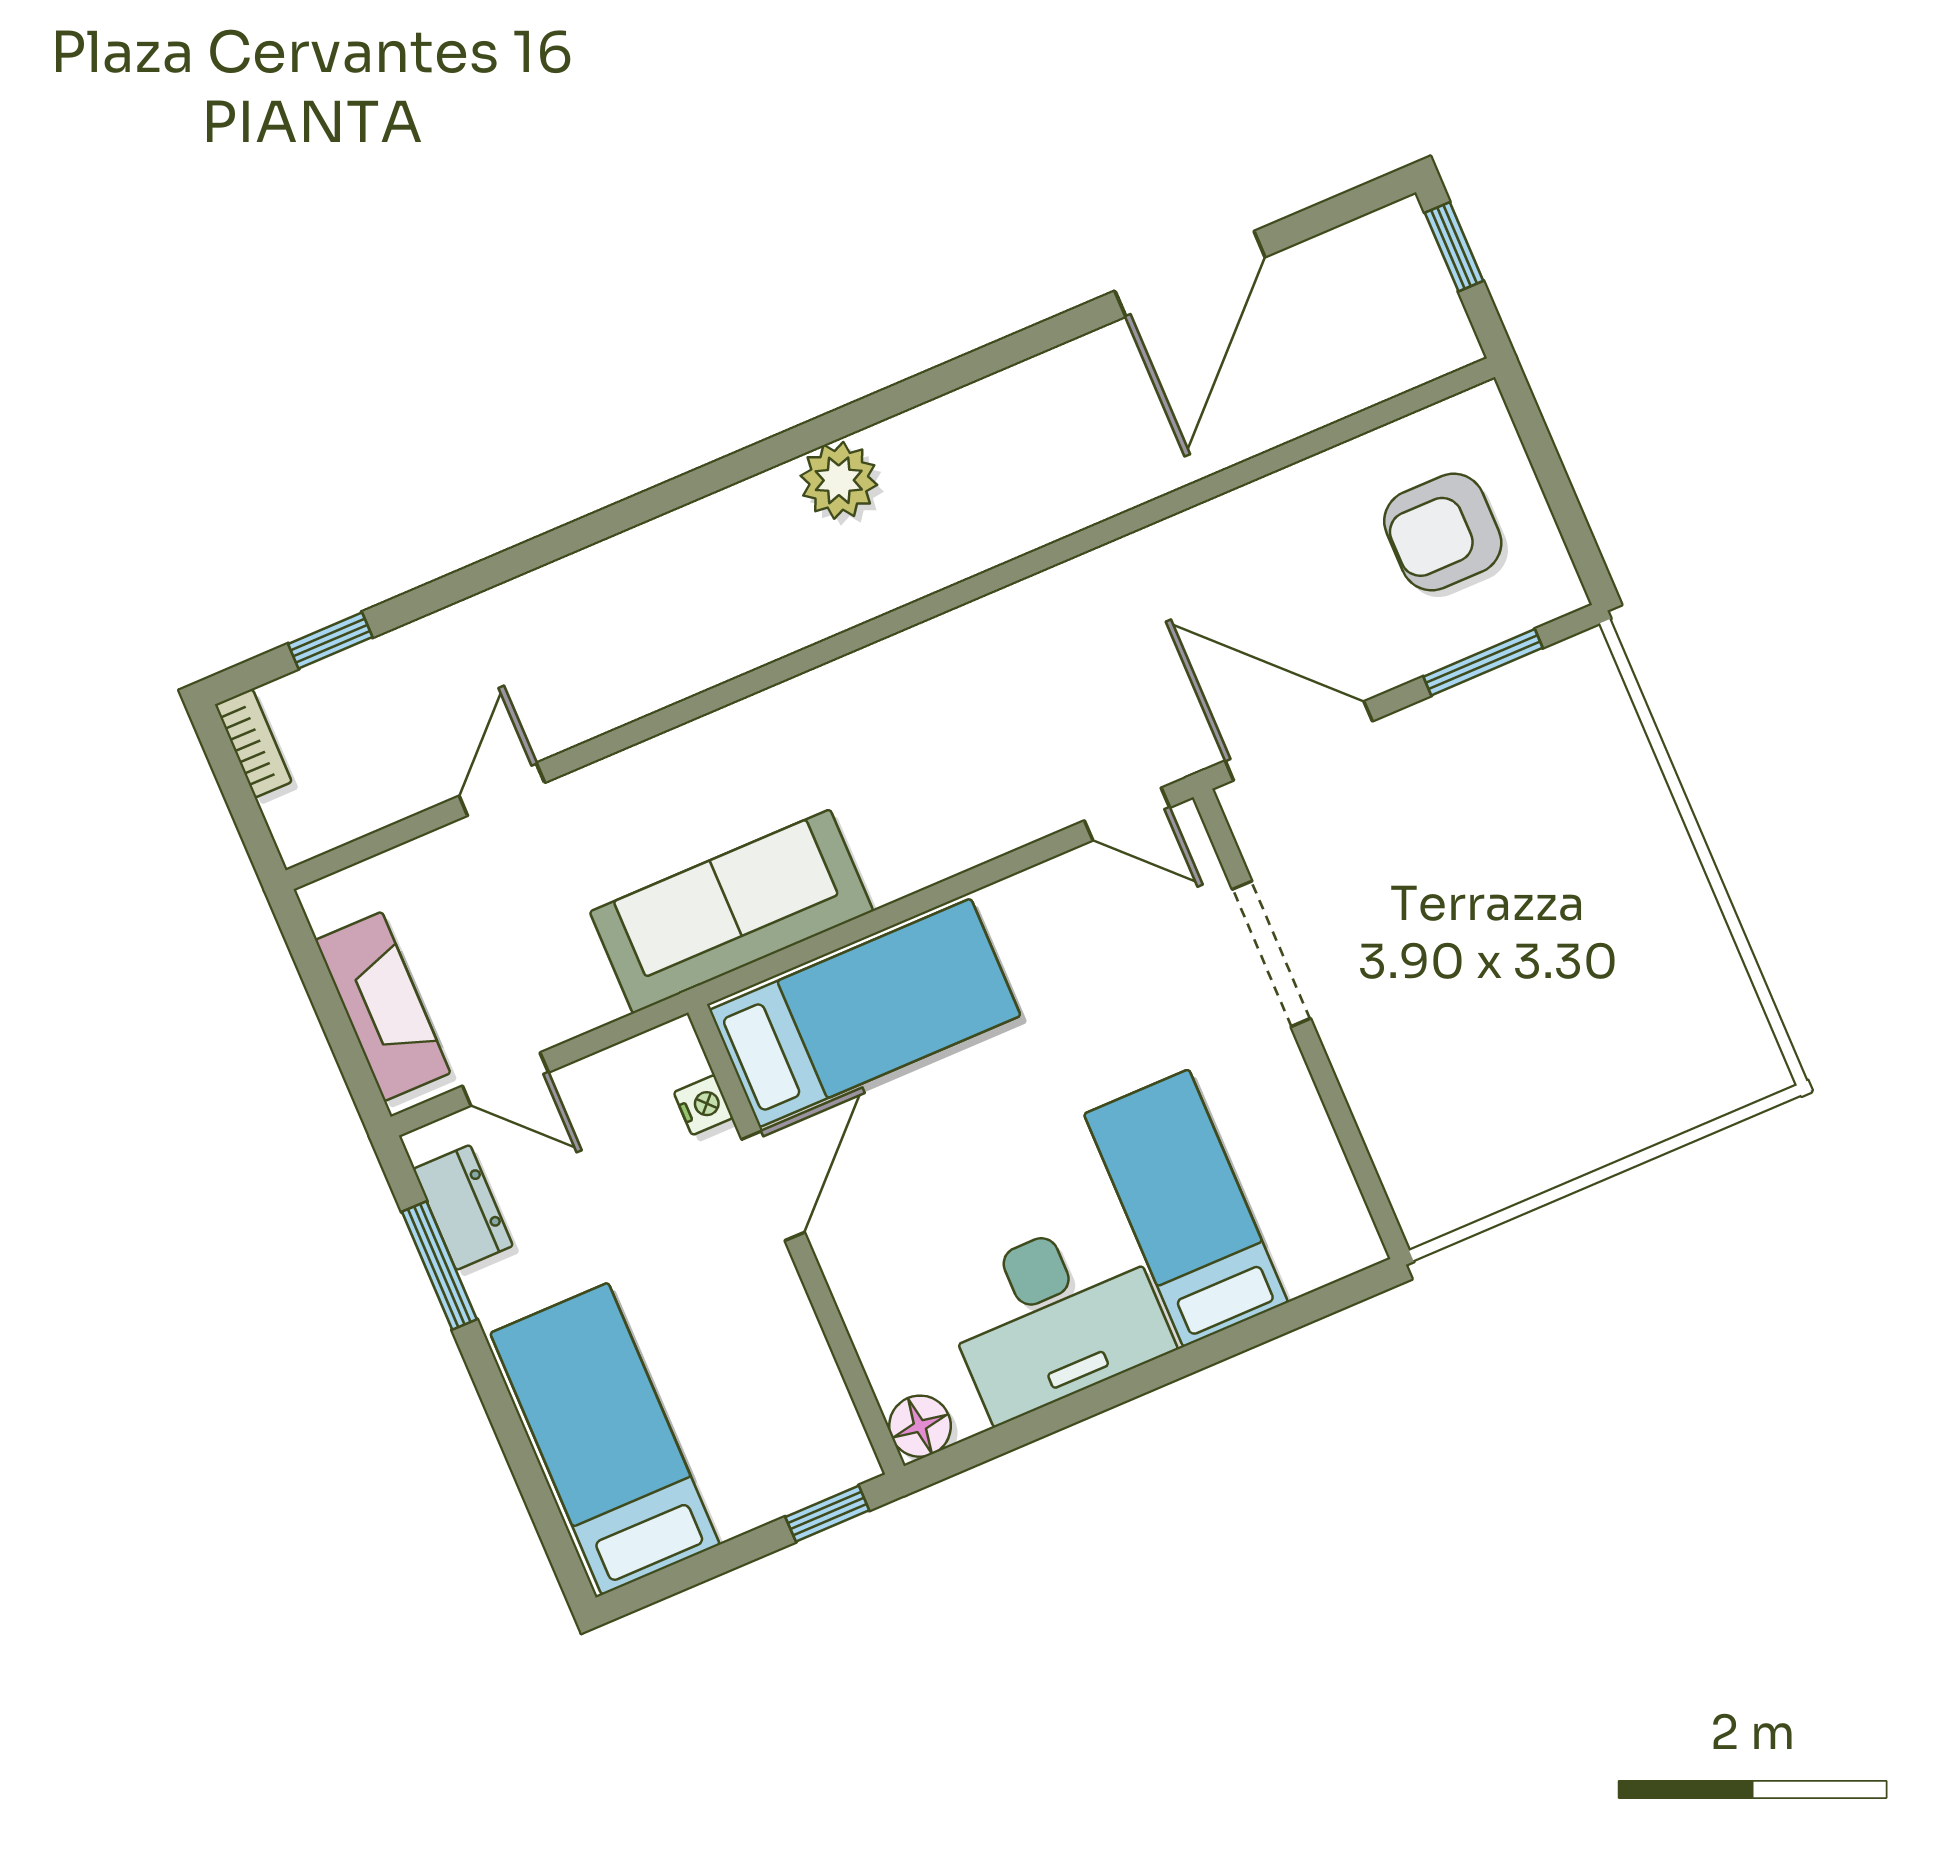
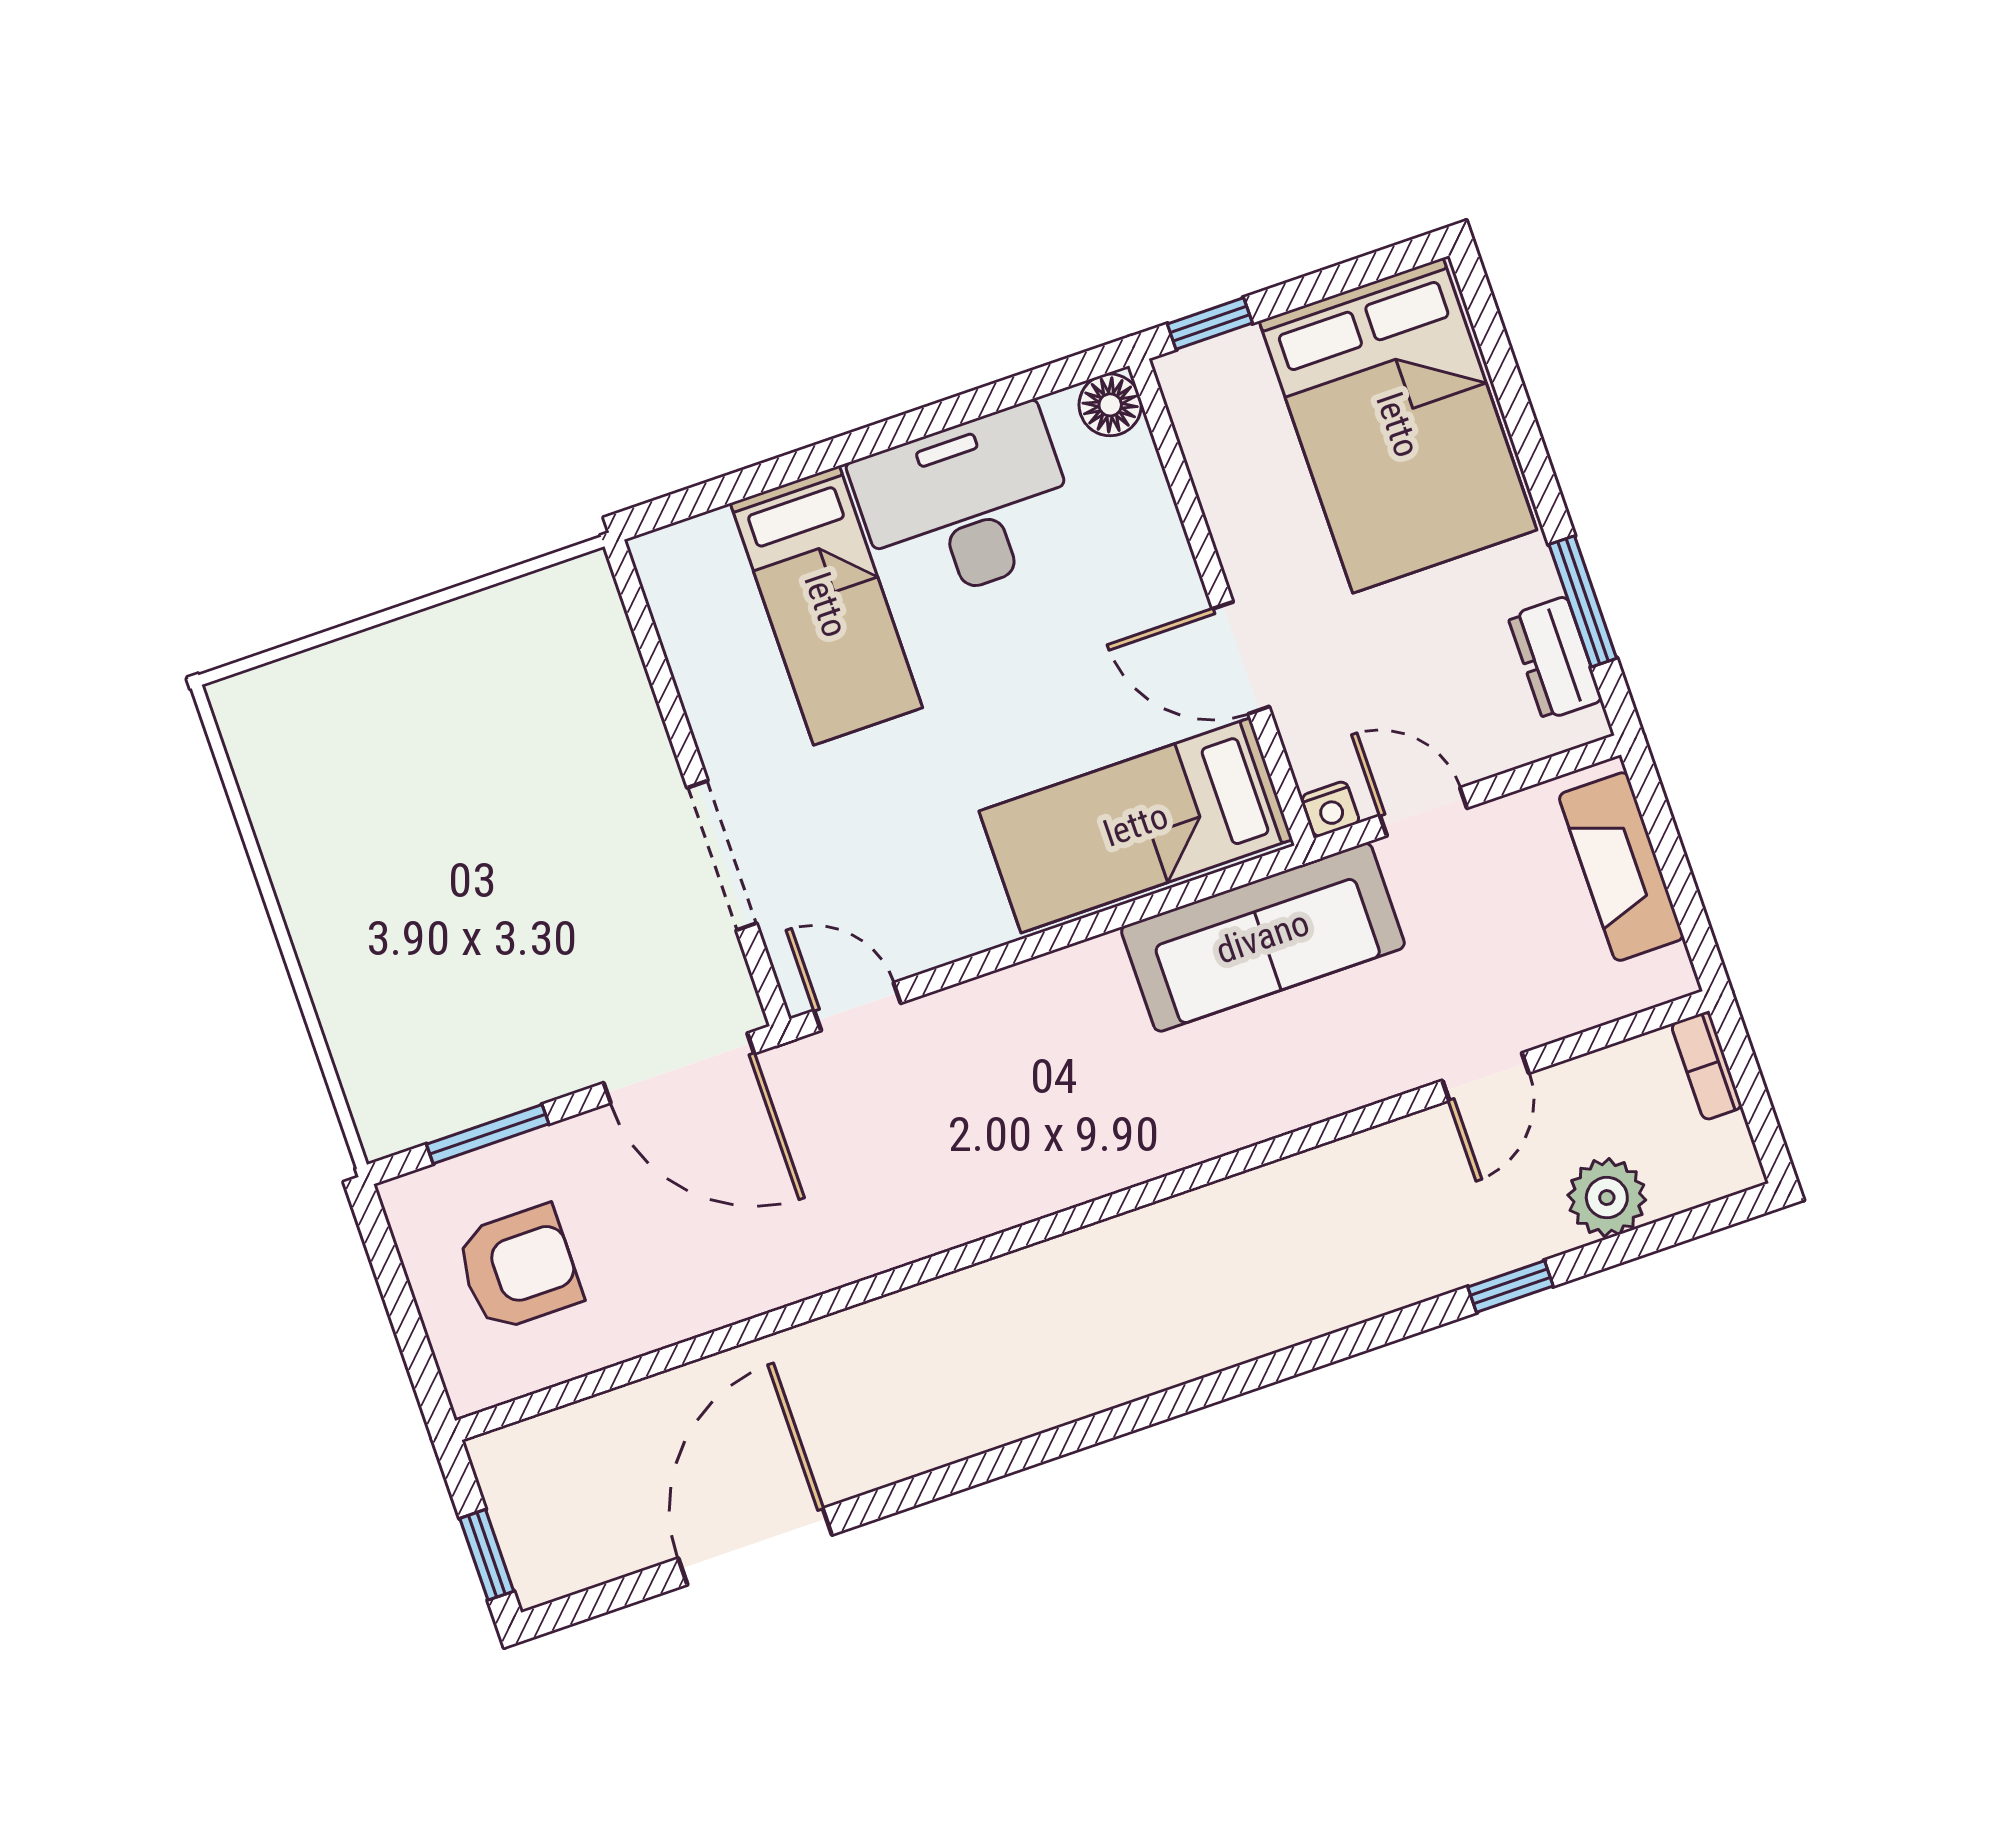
plant: (839, 480) -> (1607, 1198), moved
window: (330, 640) -> (1510, 1286), moved
bookcase: (253, 743) -> (1707, 1066), moved
door: (505, 1079) -> (1423, 812), moved
nightstand: (703, 1105) -> (1330, 809), moved, turned -90
door: (773, 1186) -> (1241, 658), hinge flipped
bed: (605, 1439) -> (1398, 425), width x1.50

